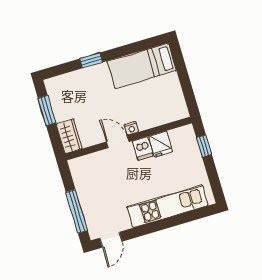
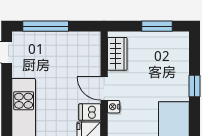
wardrobe: (69, 136) -> (117, 54), moved, turned -90
door: (118, 142) -> (104, 89), swing flipped

